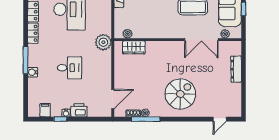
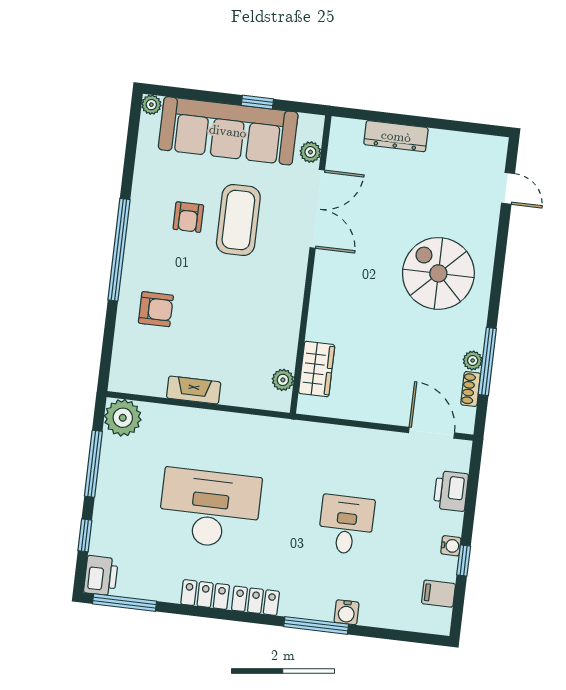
plant: (103, 42) -> (296, 439), removed
printer: (79, 110) -> (451, 491), moved

